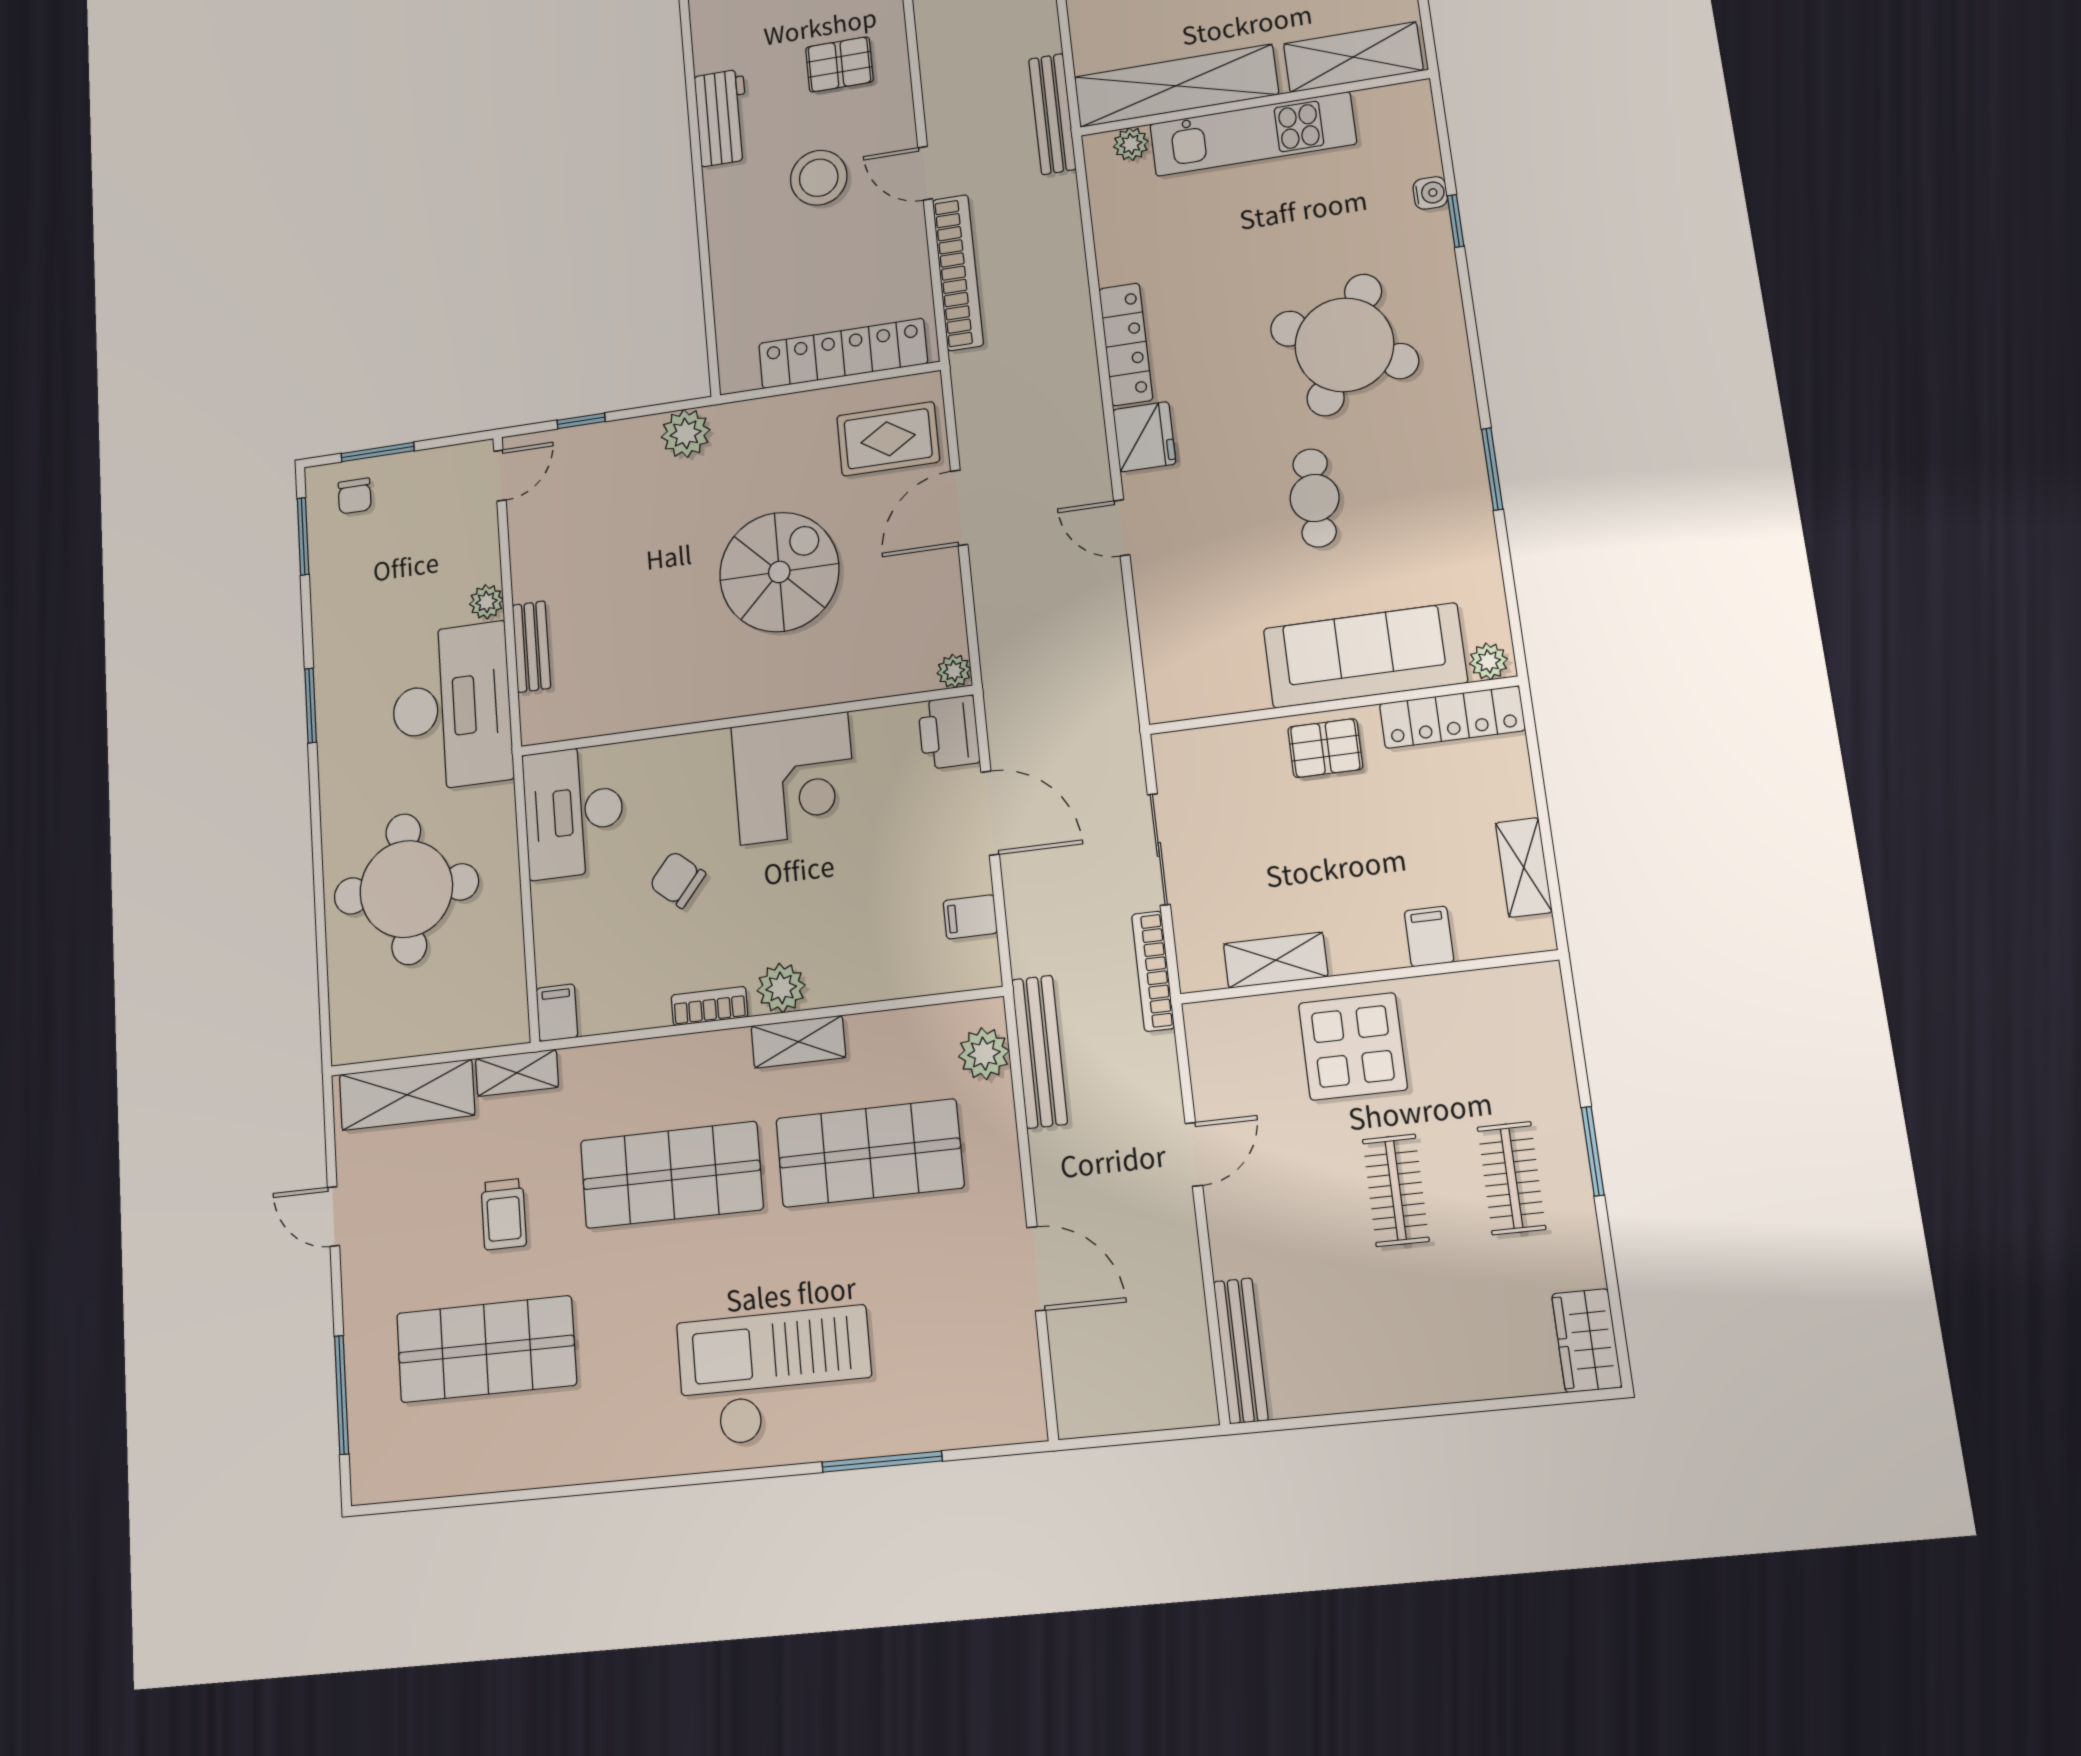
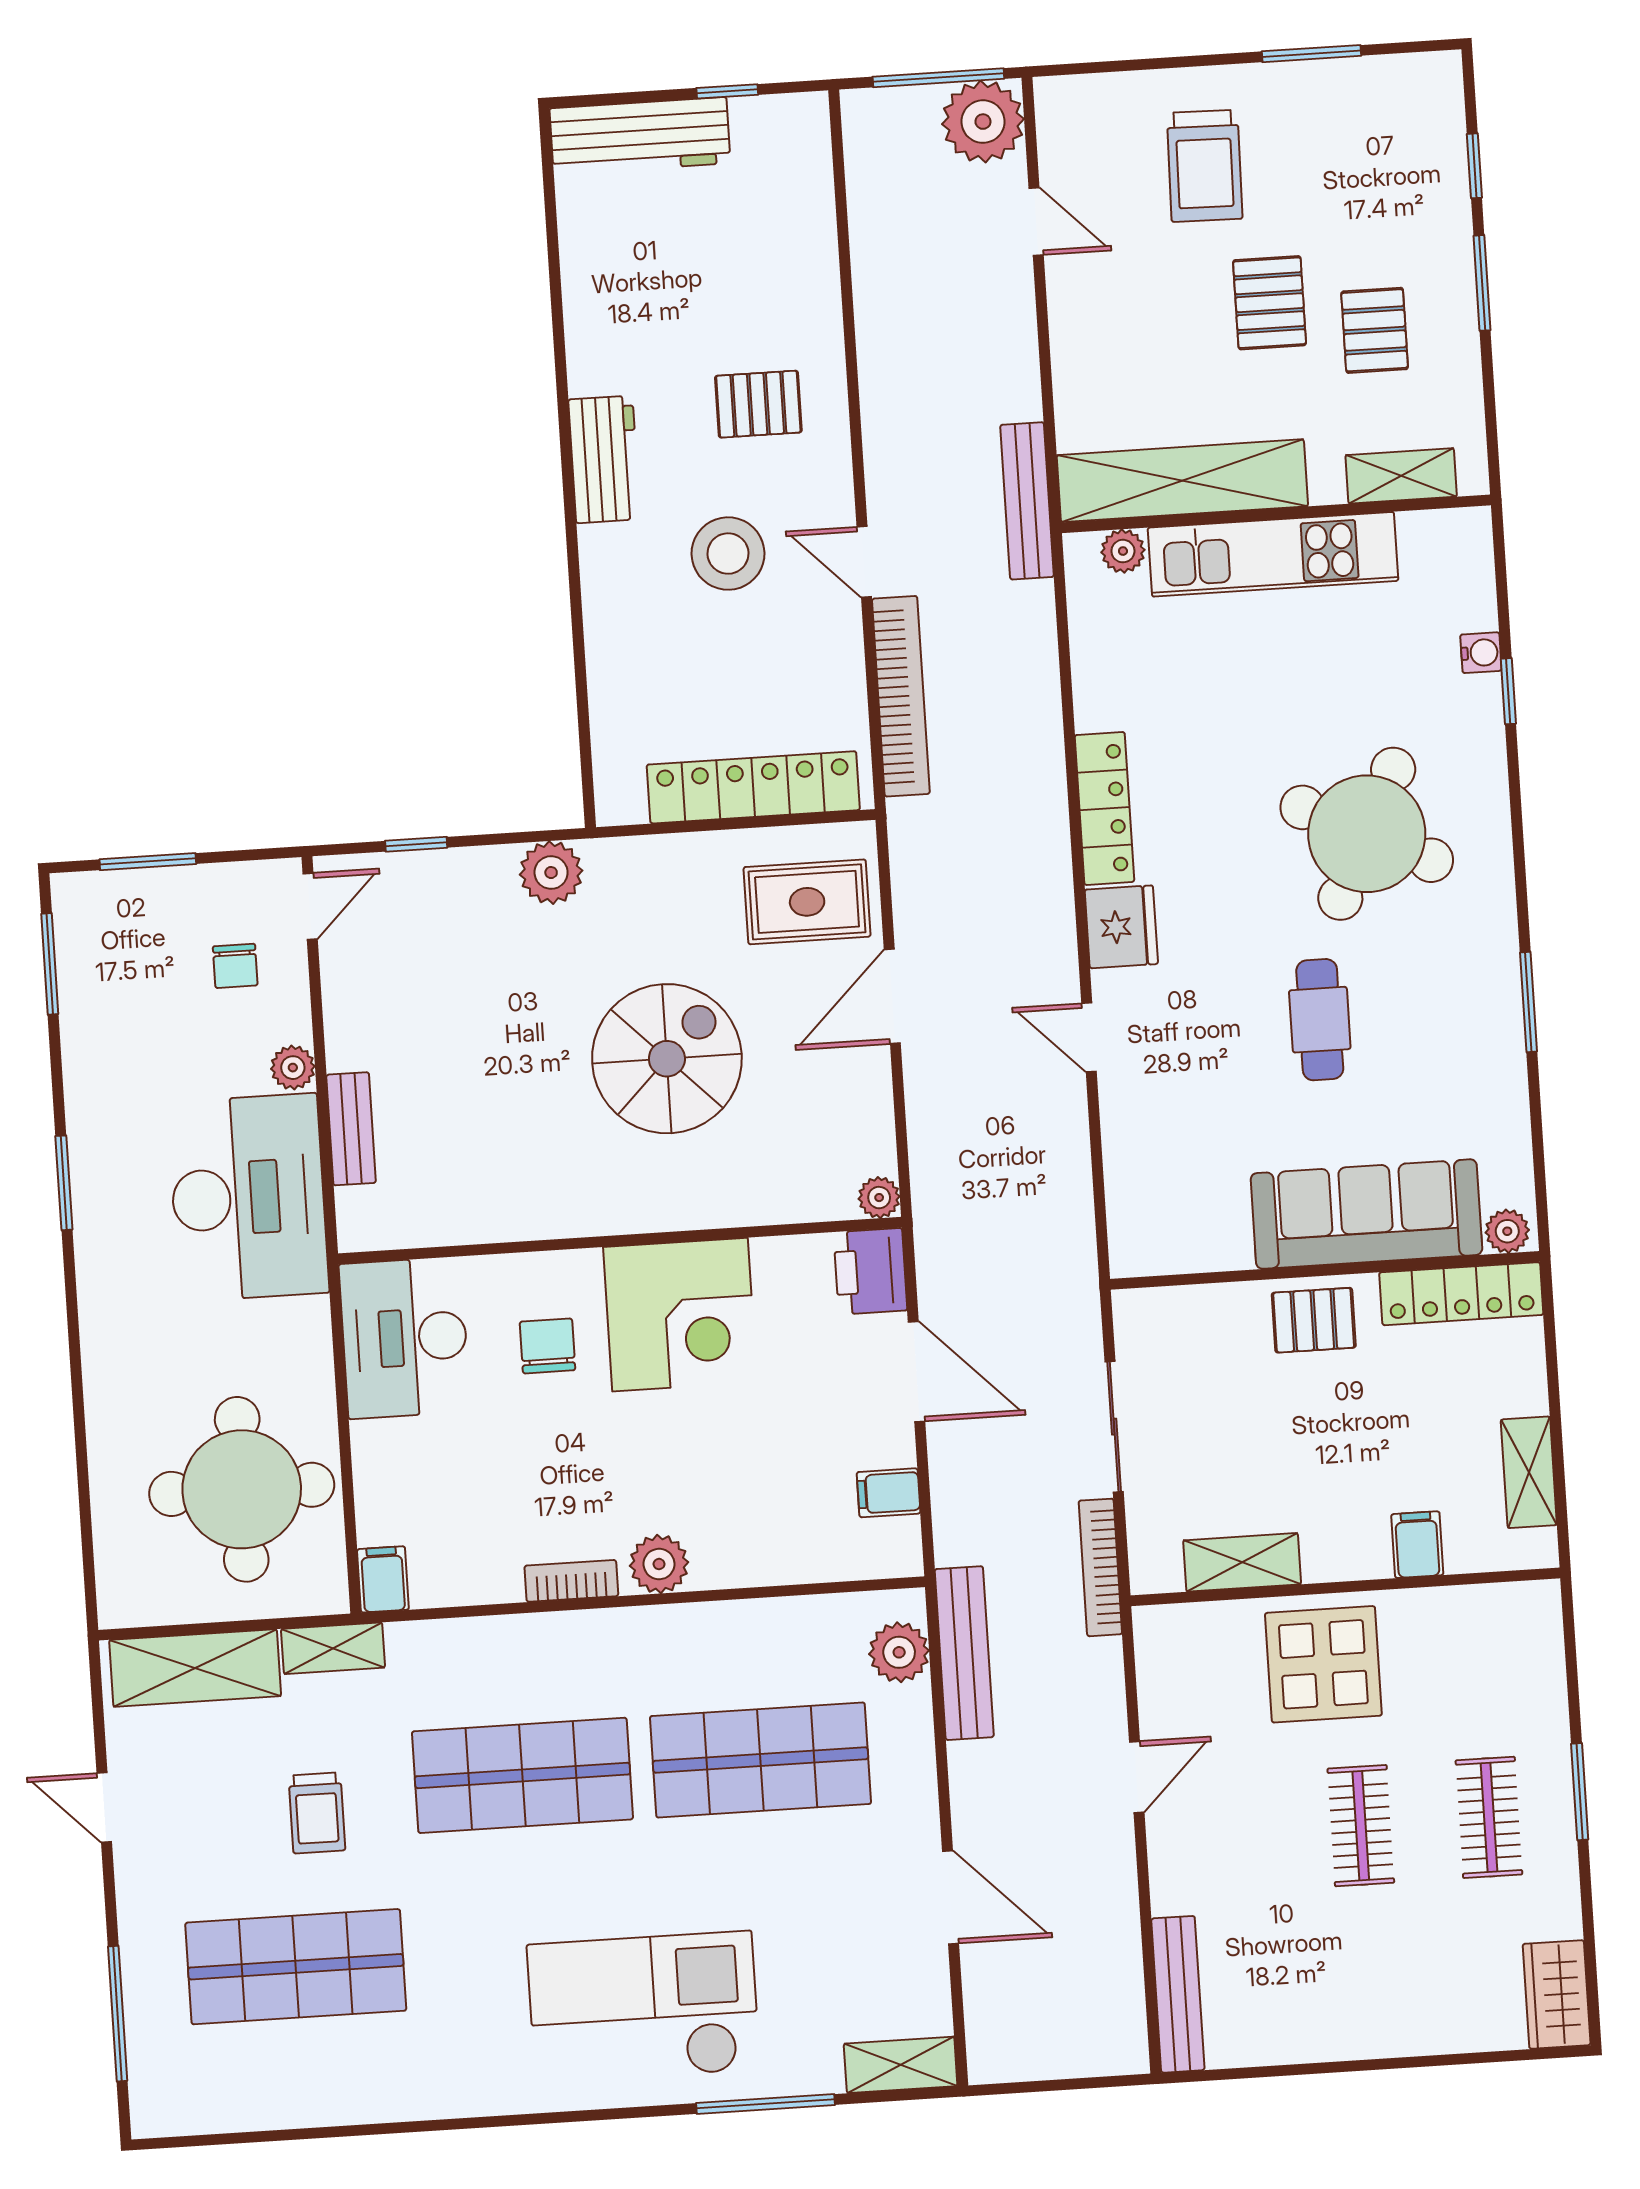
shelving: (1353, 57) -> (1401, 476), width x0.67, depth x0.75
chair: (355, 496) -> (235, 966), moved
chair: (677, 880) -> (547, 1346), moved, turned 50
round table: (406, 889) -> (242, 1489), moved
shelving: (798, 1042) -> (901, 2065), moved

